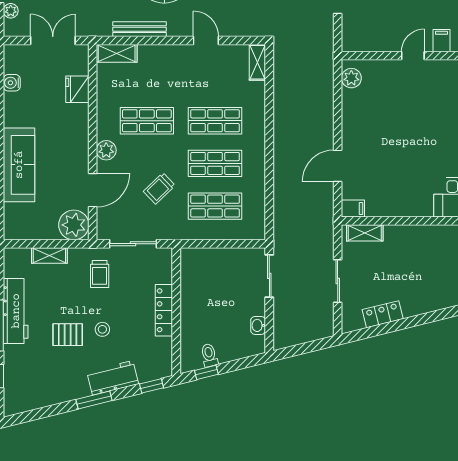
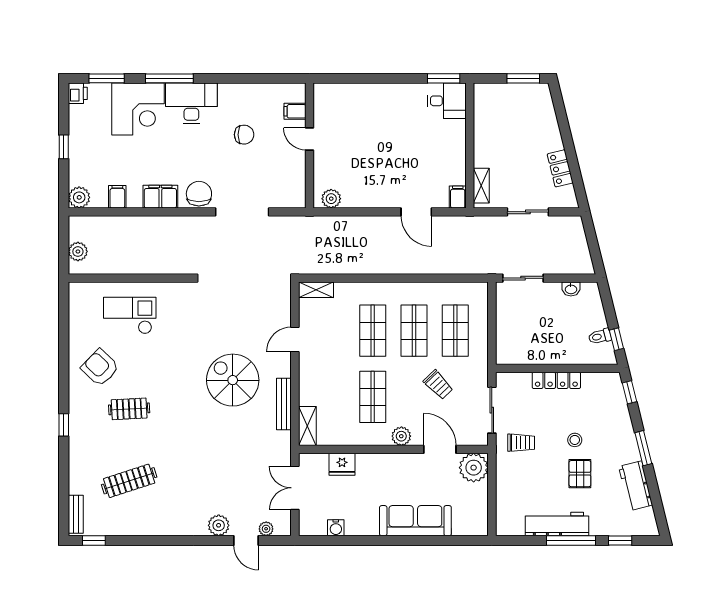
shelving: (49, 256) -> (503, 491), removed
workbench: (113, 378) -> (636, 486), moved

